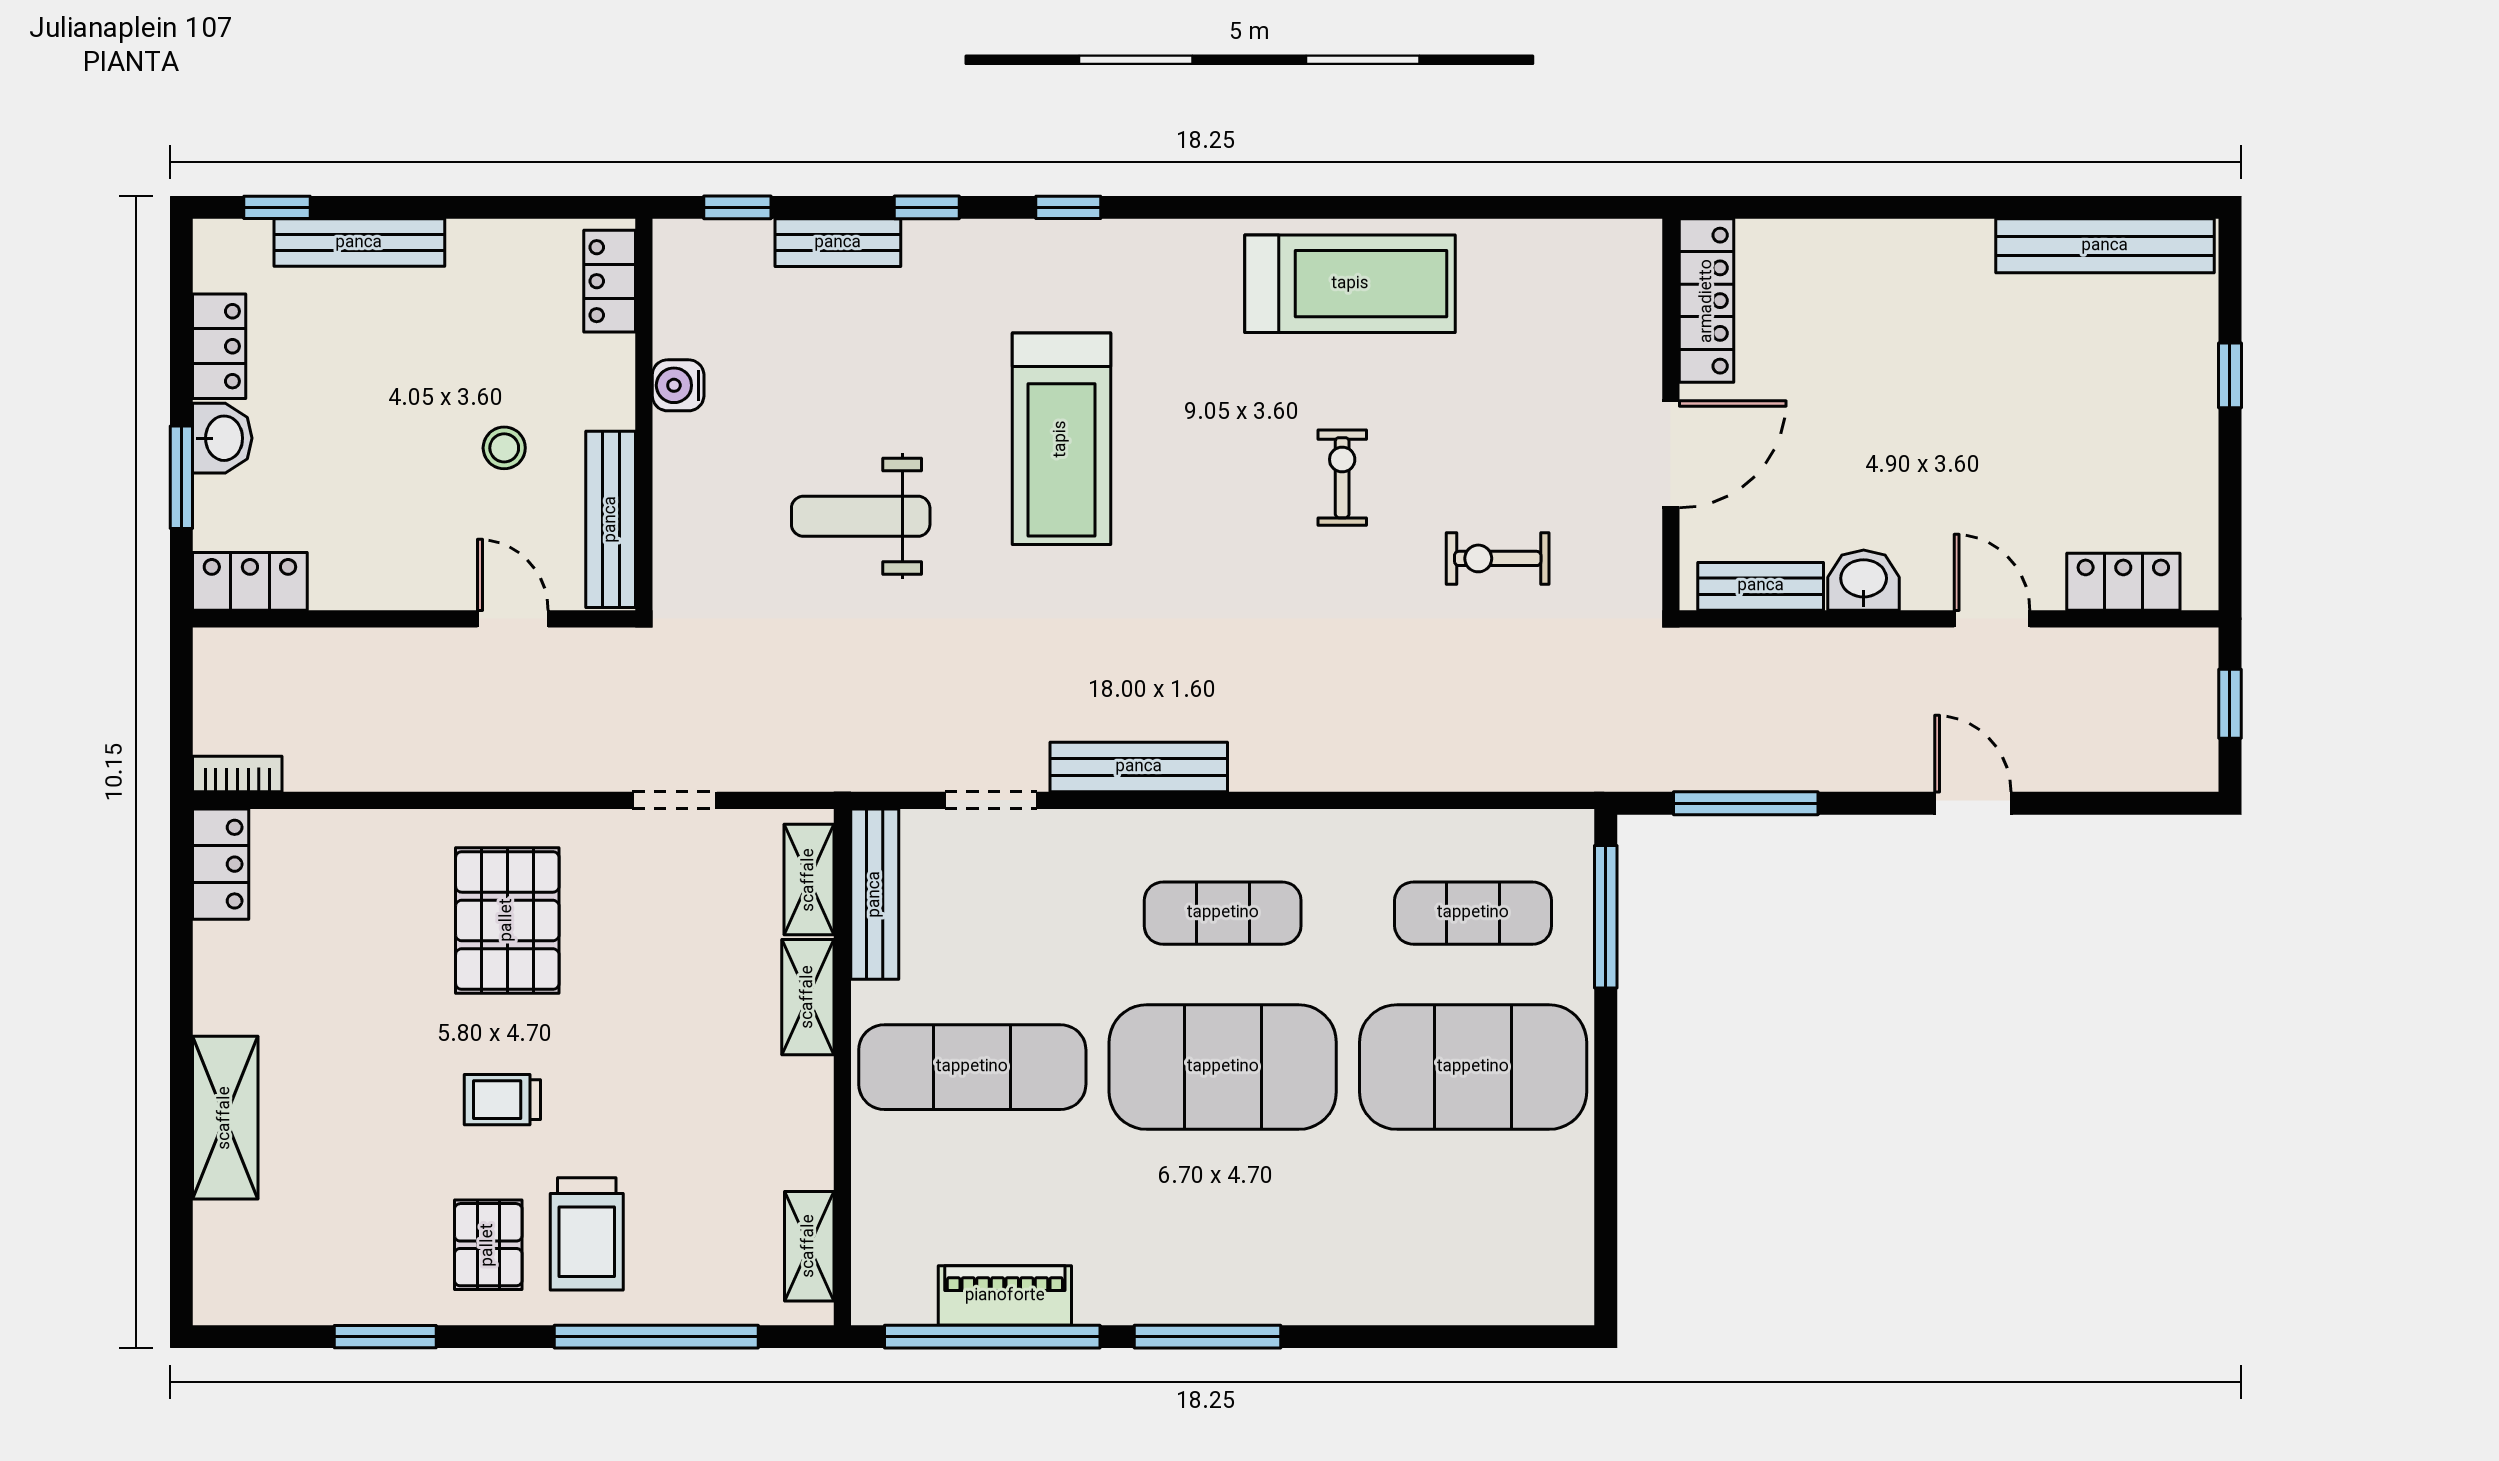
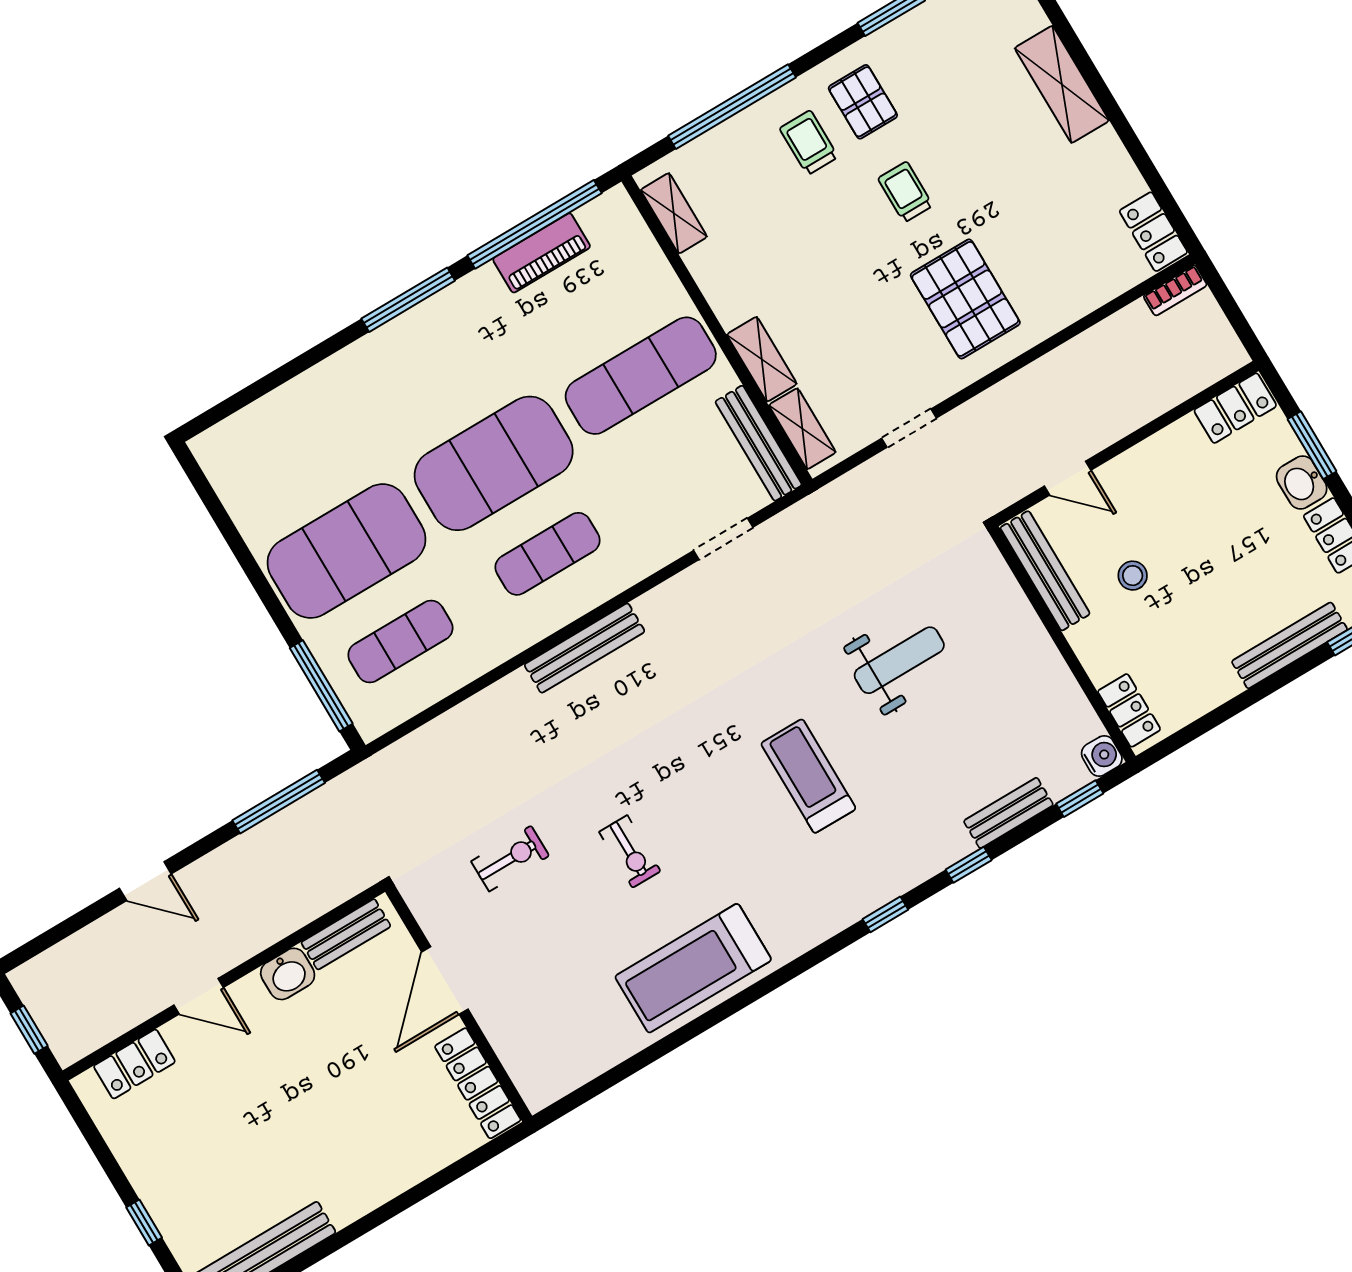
water cooler: (678, 385) -> (1102, 756), moved
treadmill: (1061, 439) -> (808, 776), width x0.73, depth x0.73
bench: (1139, 767) -> (585, 648), moved
trolley: (502, 1100) -> (905, 192), turned -90
trolley: (587, 1234) -> (809, 143), width x0.73, depth x0.72

